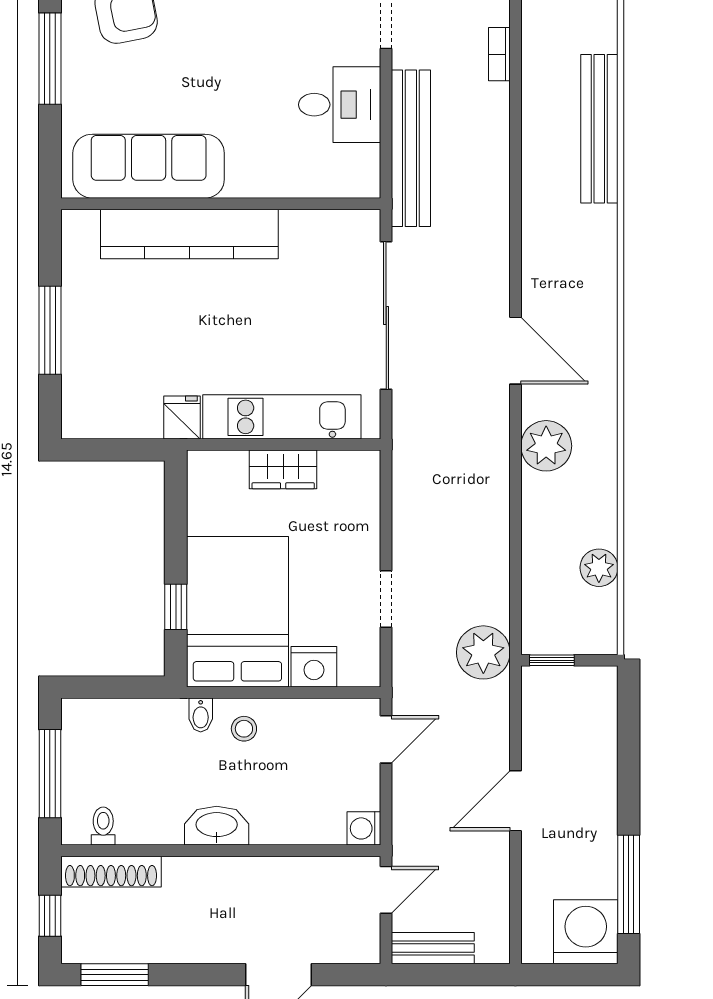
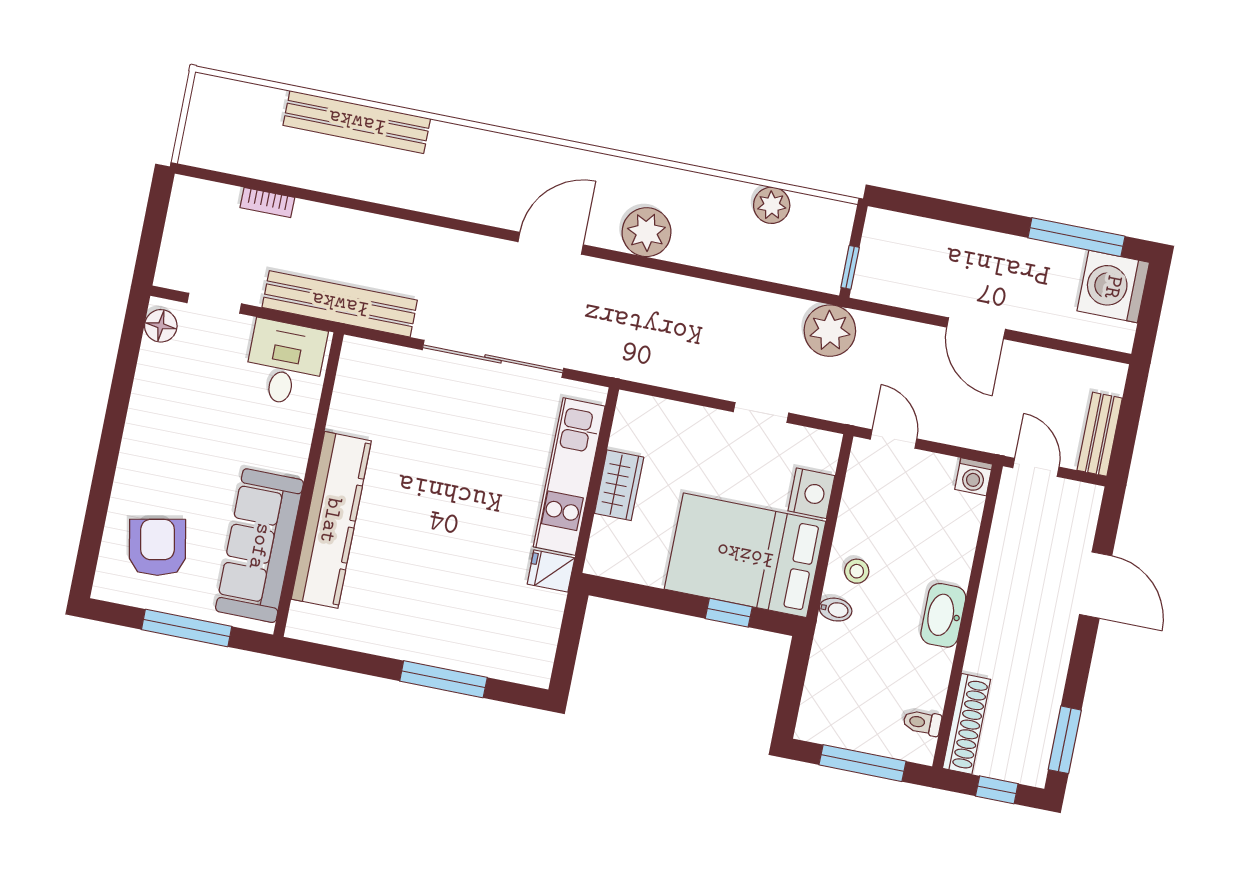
sofa: (149, 166) -> (260, 546), moved
wall: (221, 204) -> (309, 485), moved
kitchen counter: (189, 234) -> (331, 520), moved

